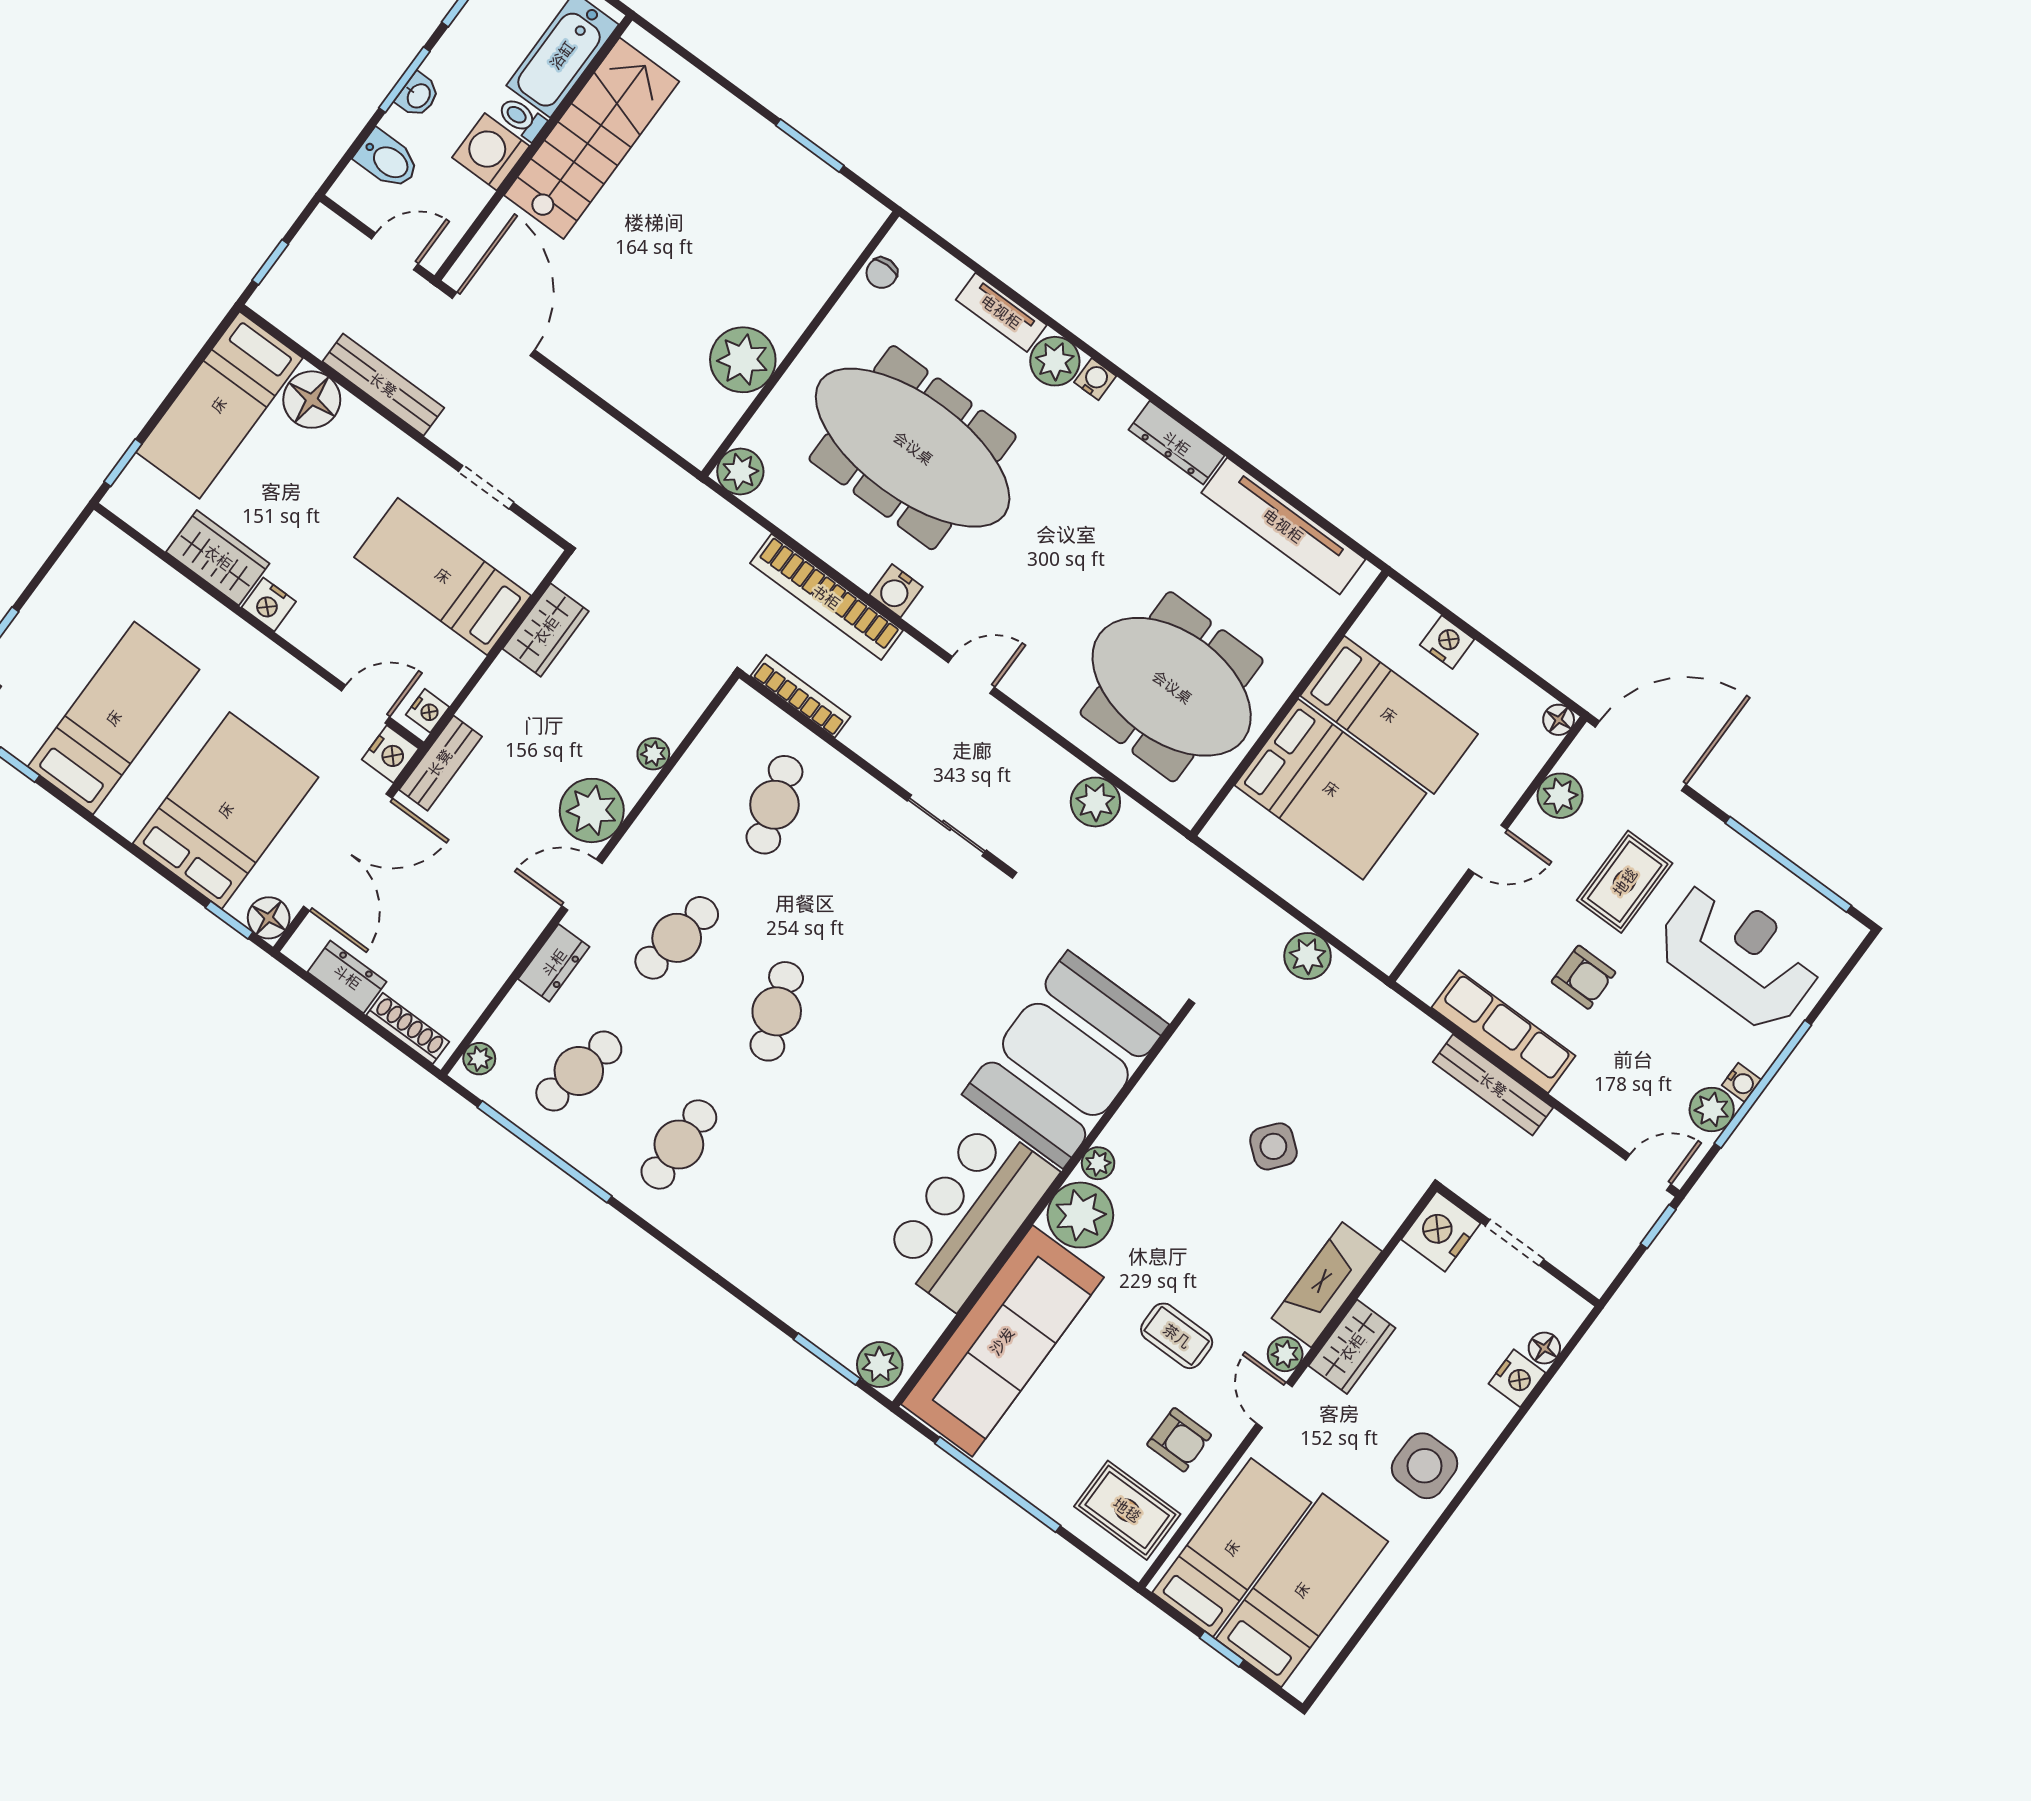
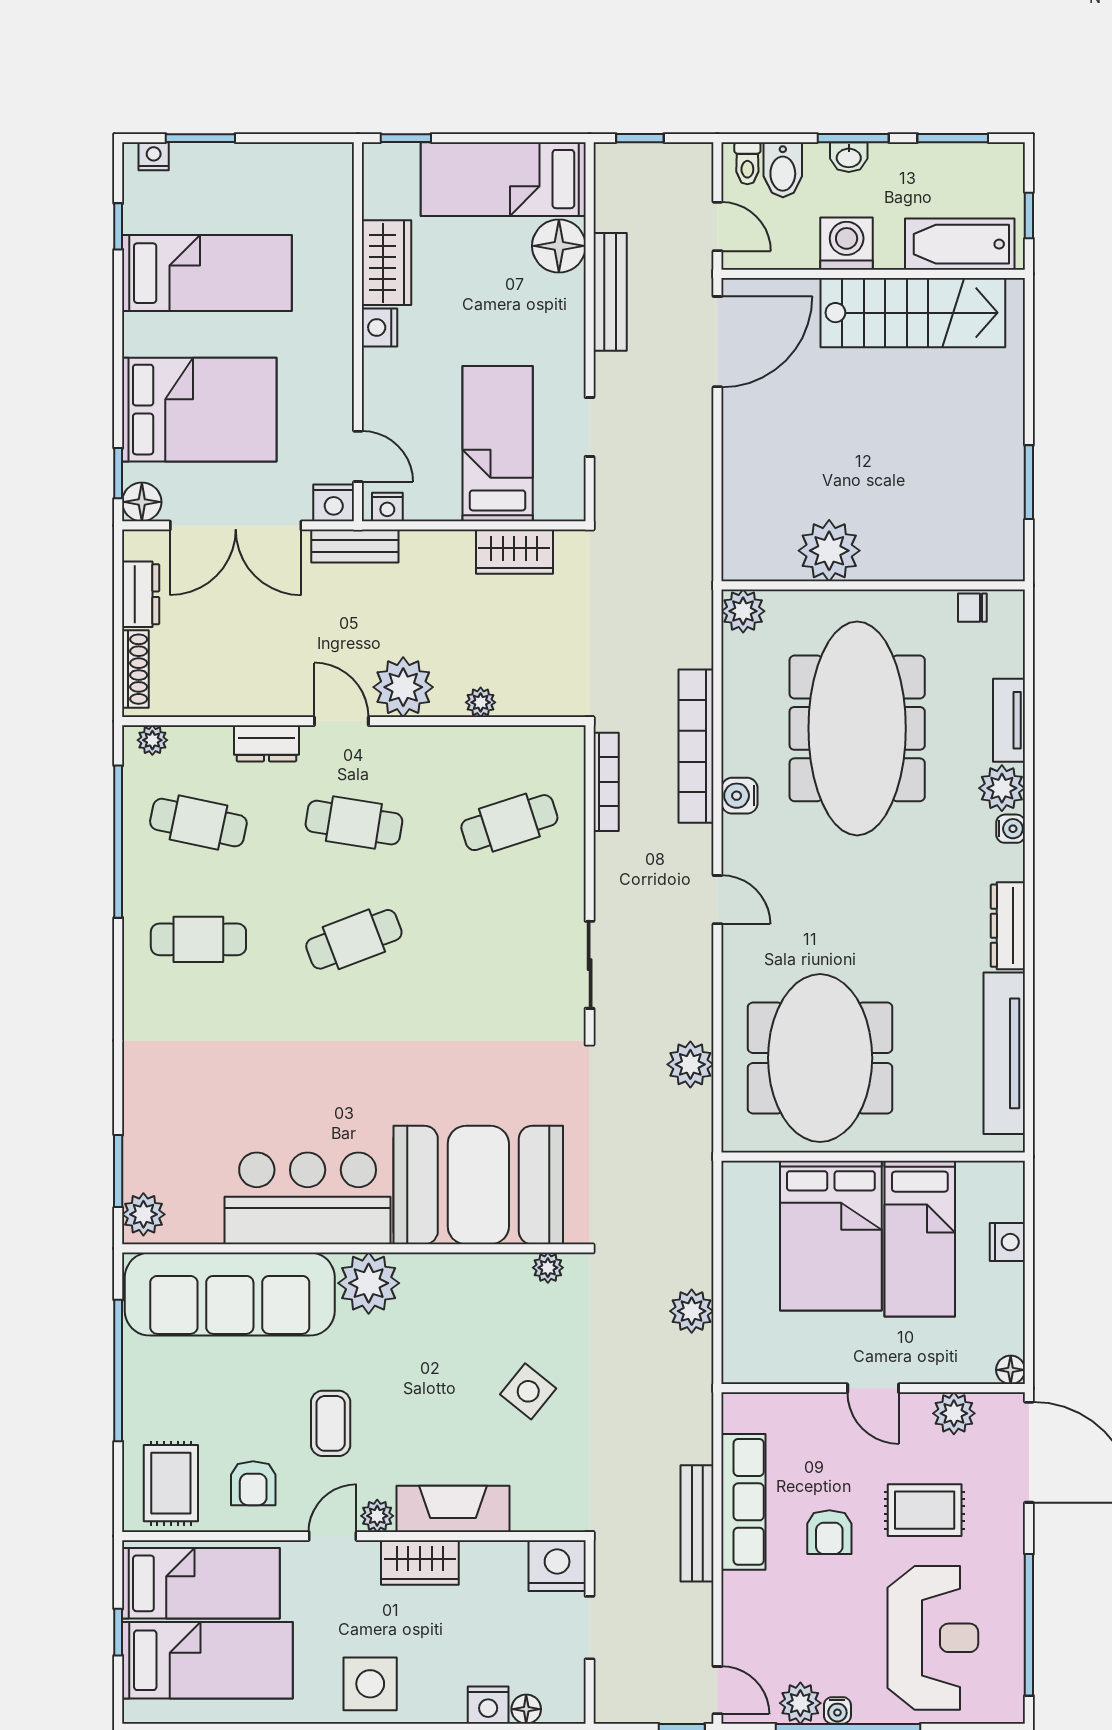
toilet: (522, 118) -> (747, 163), moved, turned 180
plant: (1098, 1163) -> (548, 1268), moved

